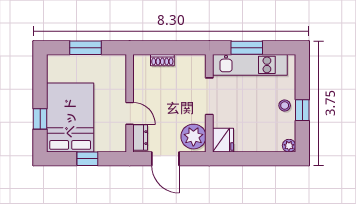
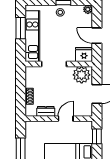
window: (247, 48) -> (21, 28), moved
dresser: (140, 138) -> (46, 111), moved
window: (87, 159) -> (97, 136), moved
door: (251, 159) -> (97, 36), added

